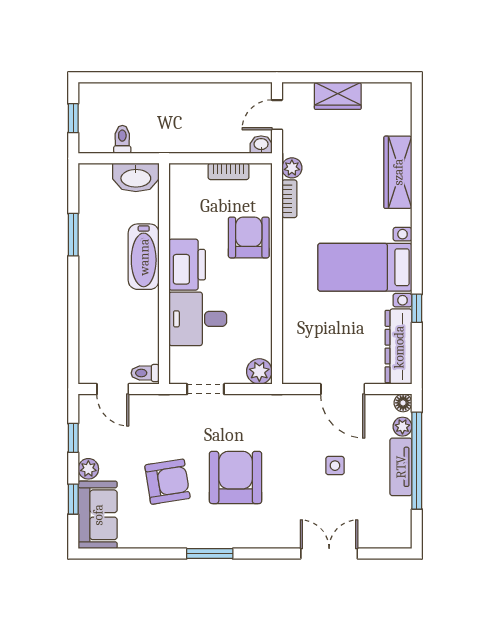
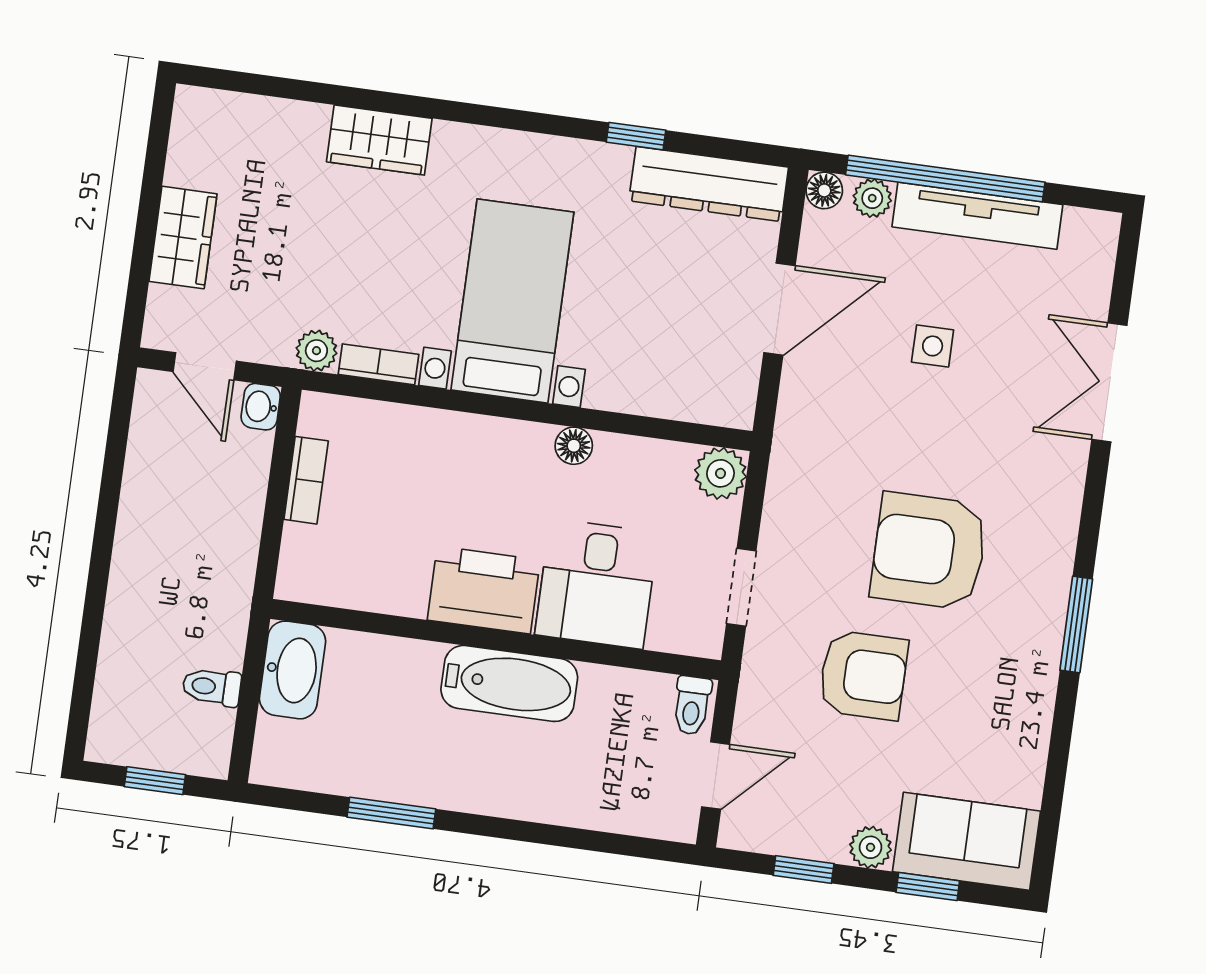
wardrobe: (398, 172) -> (379, 140), width x0.67
armchair: (249, 237) -> (446, 458), removed
bathtub: (144, 257) -> (509, 683), moved
bed with nightstands: (365, 267) -> (512, 301), moved, turned 180
floor lamp: (263, 299) -> (574, 446), added
tv unit: (401, 467) -> (977, 216), width x1.41
armchair: (167, 482) -> (863, 675), moved, turned 99

